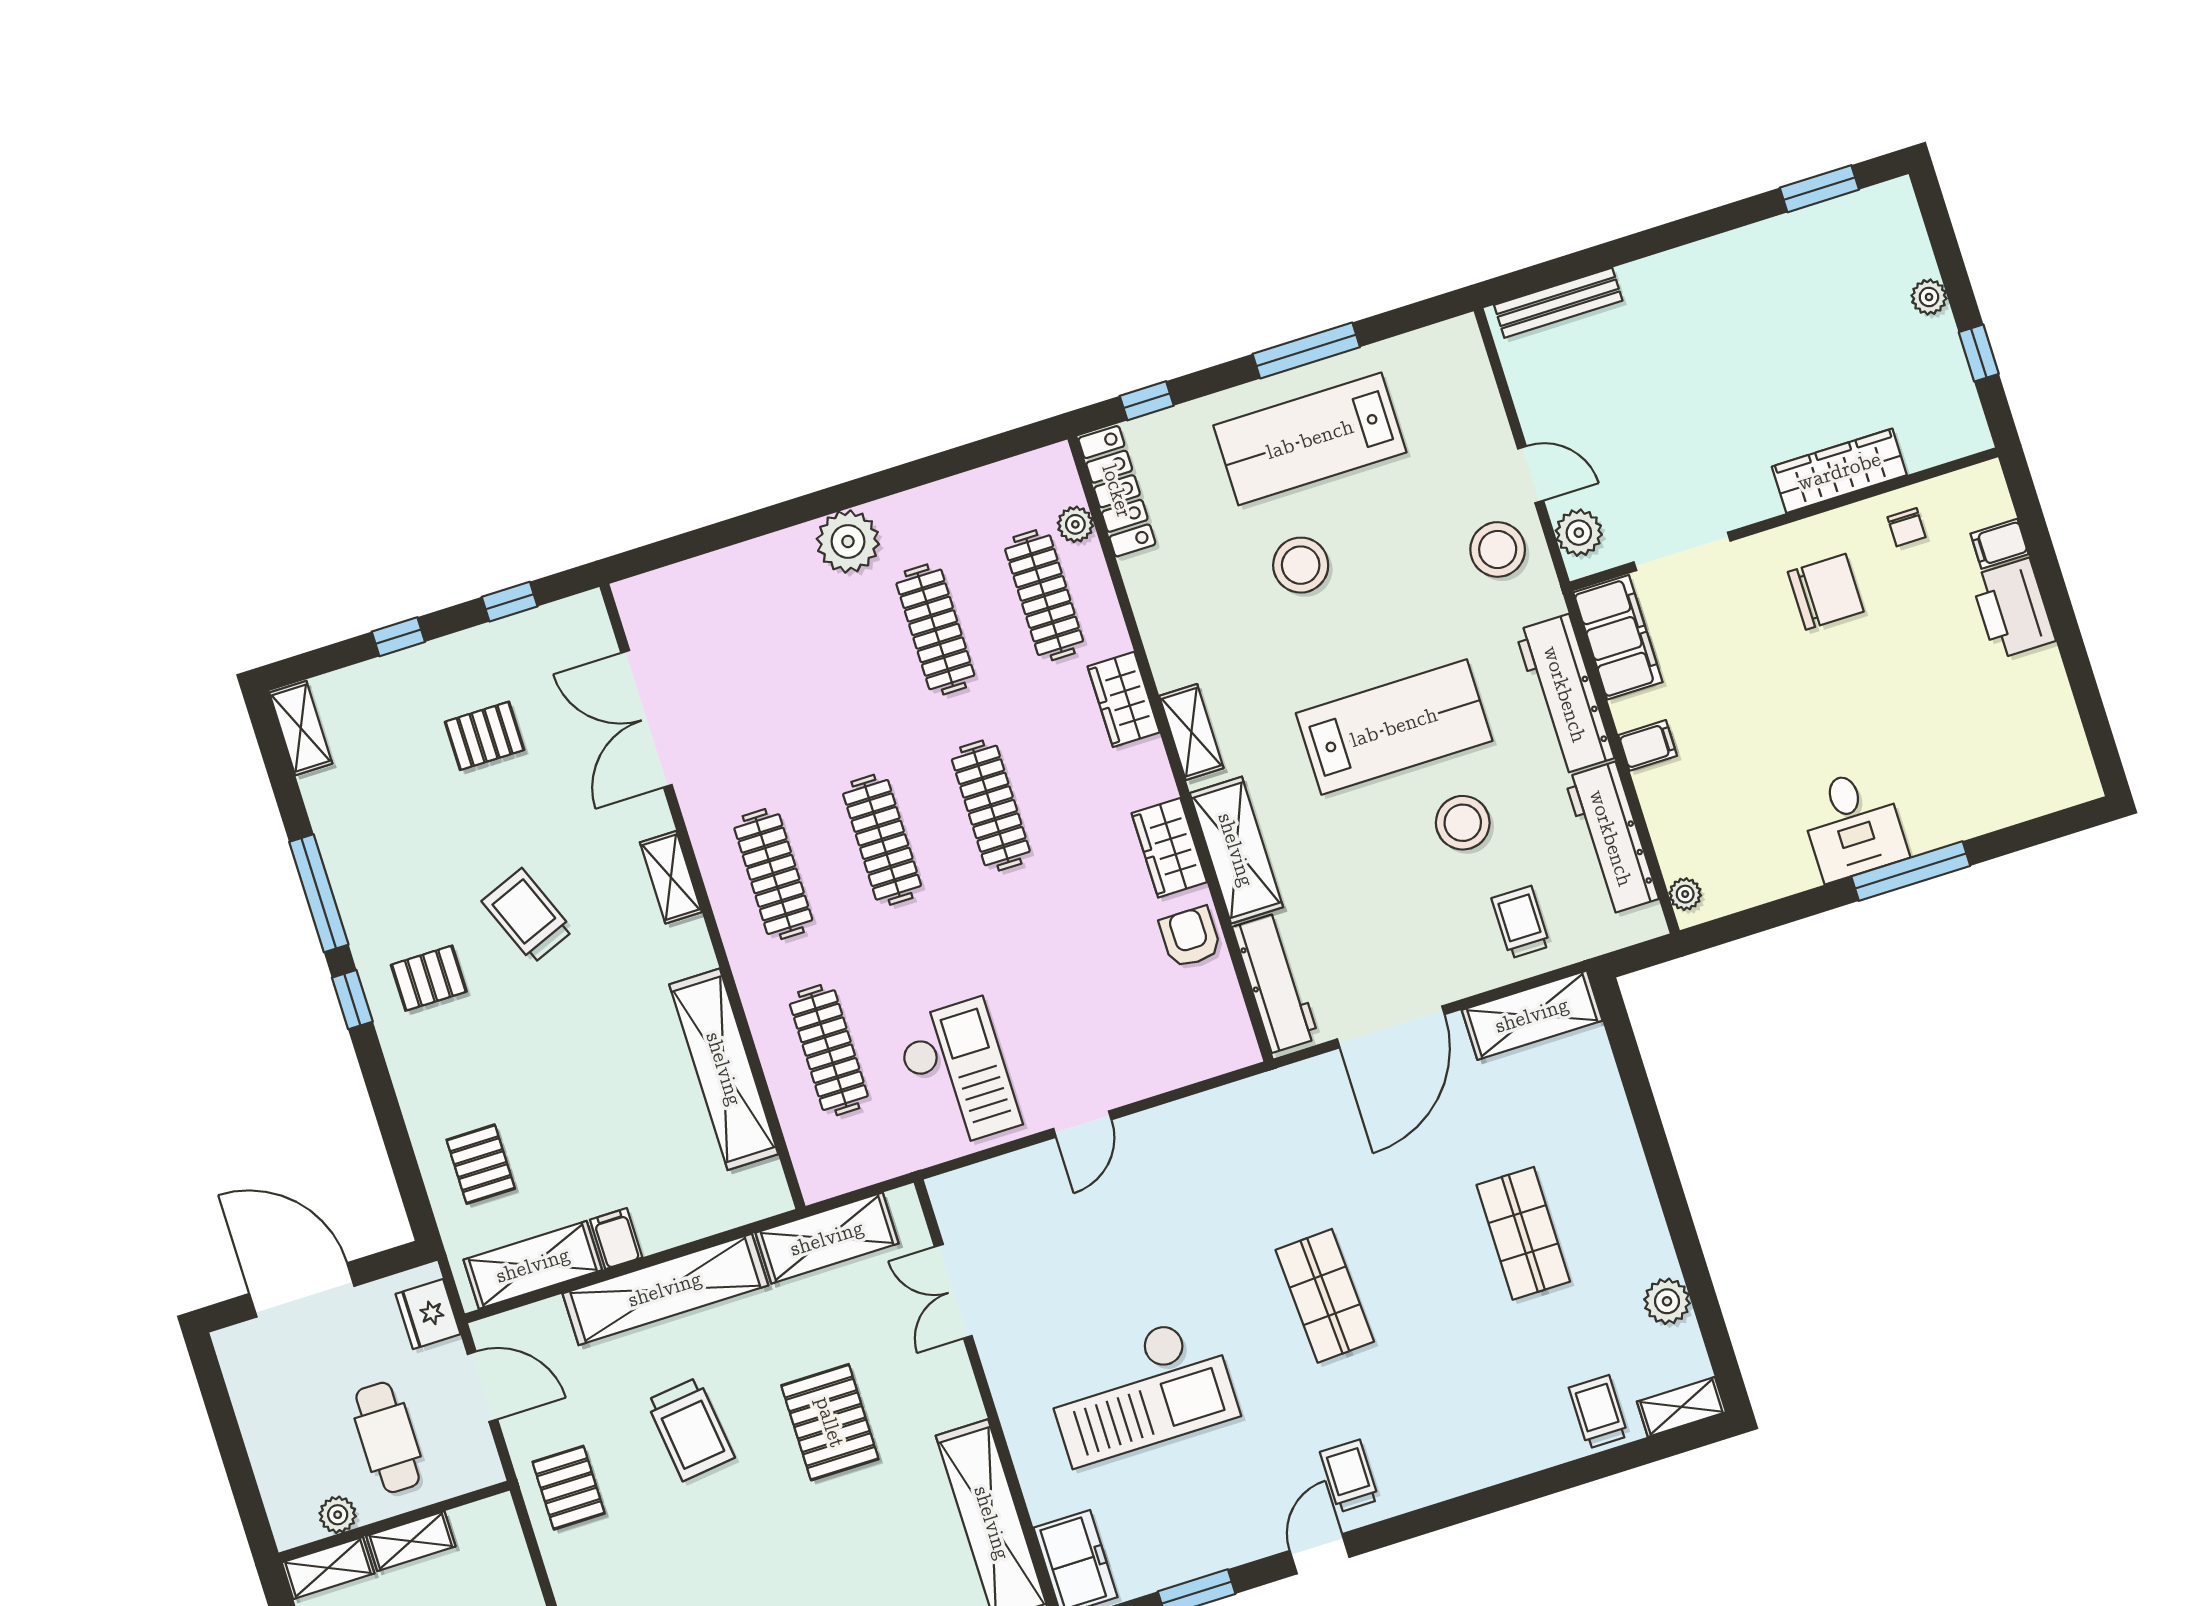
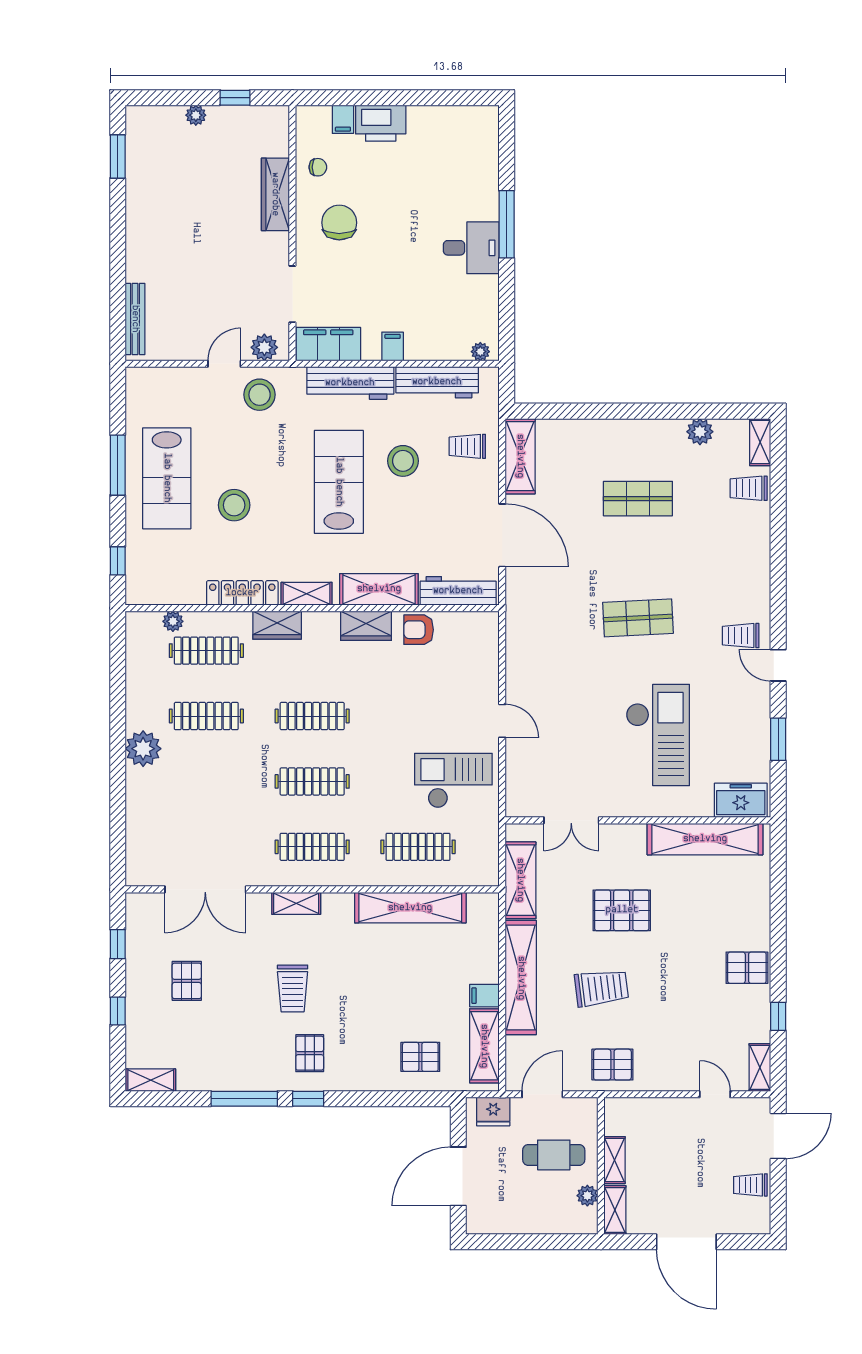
locker: (1117, 491) -> (242, 593), moved
trolley: (527, 916) -> (293, 988), turned -68

